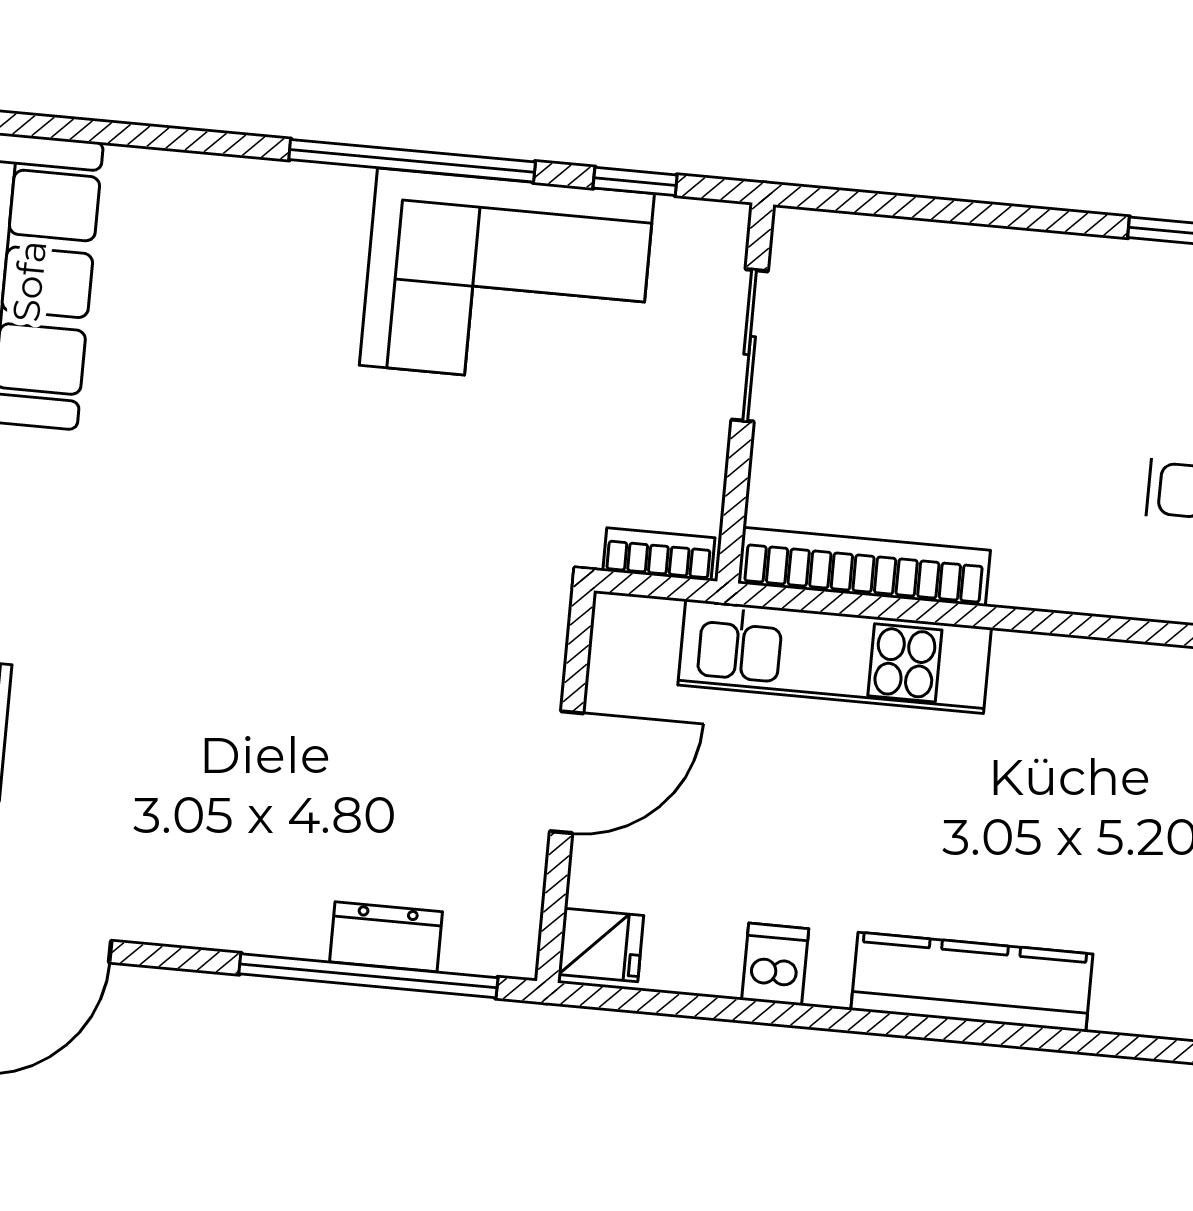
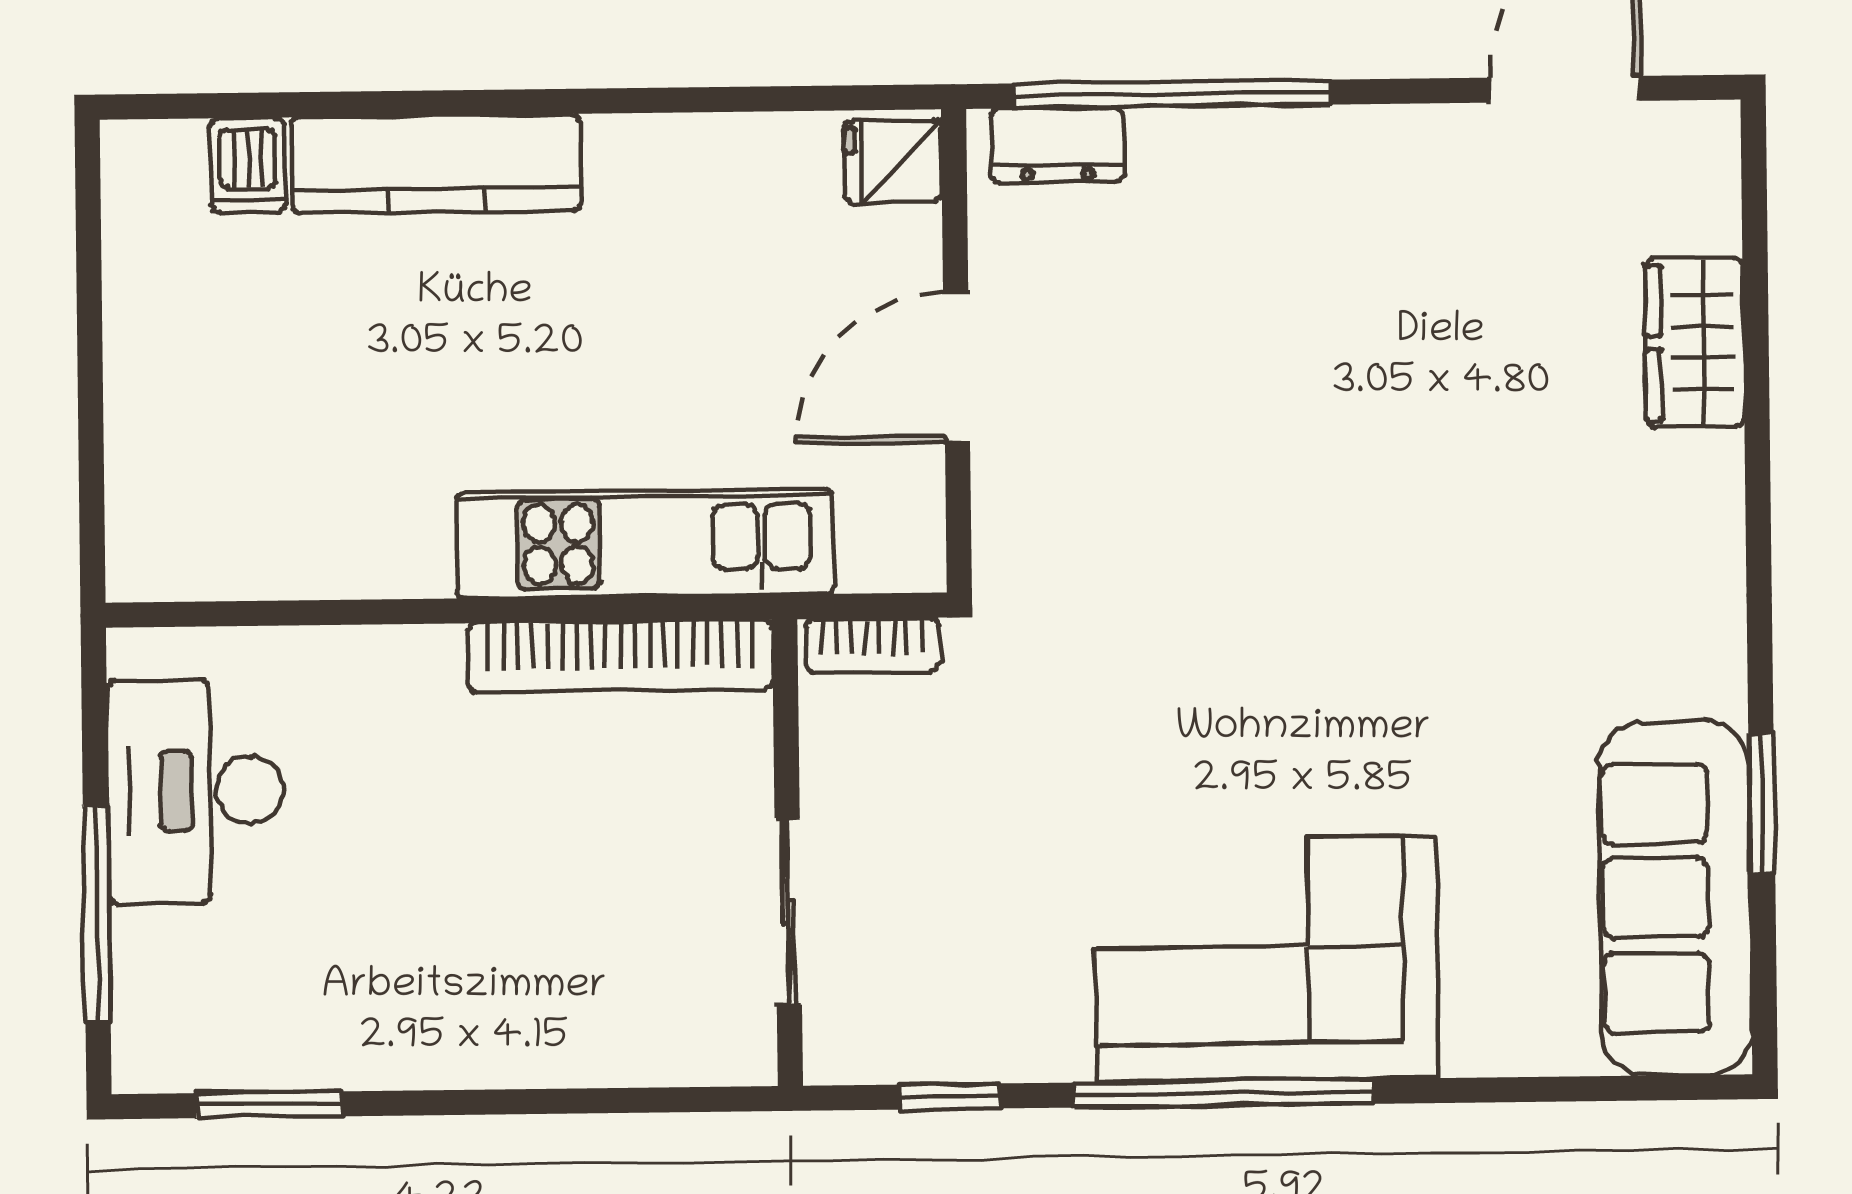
corner sofa: (507, 279) -> (1267, 959), moved
dresser: (386, 937) -> (1057, 145), moved
dishwasher: (775, 964) -> (248, 165), moved

